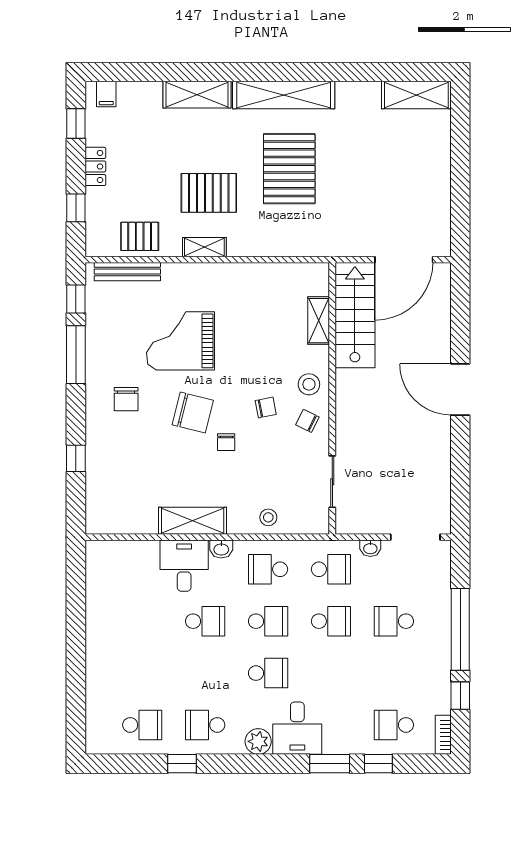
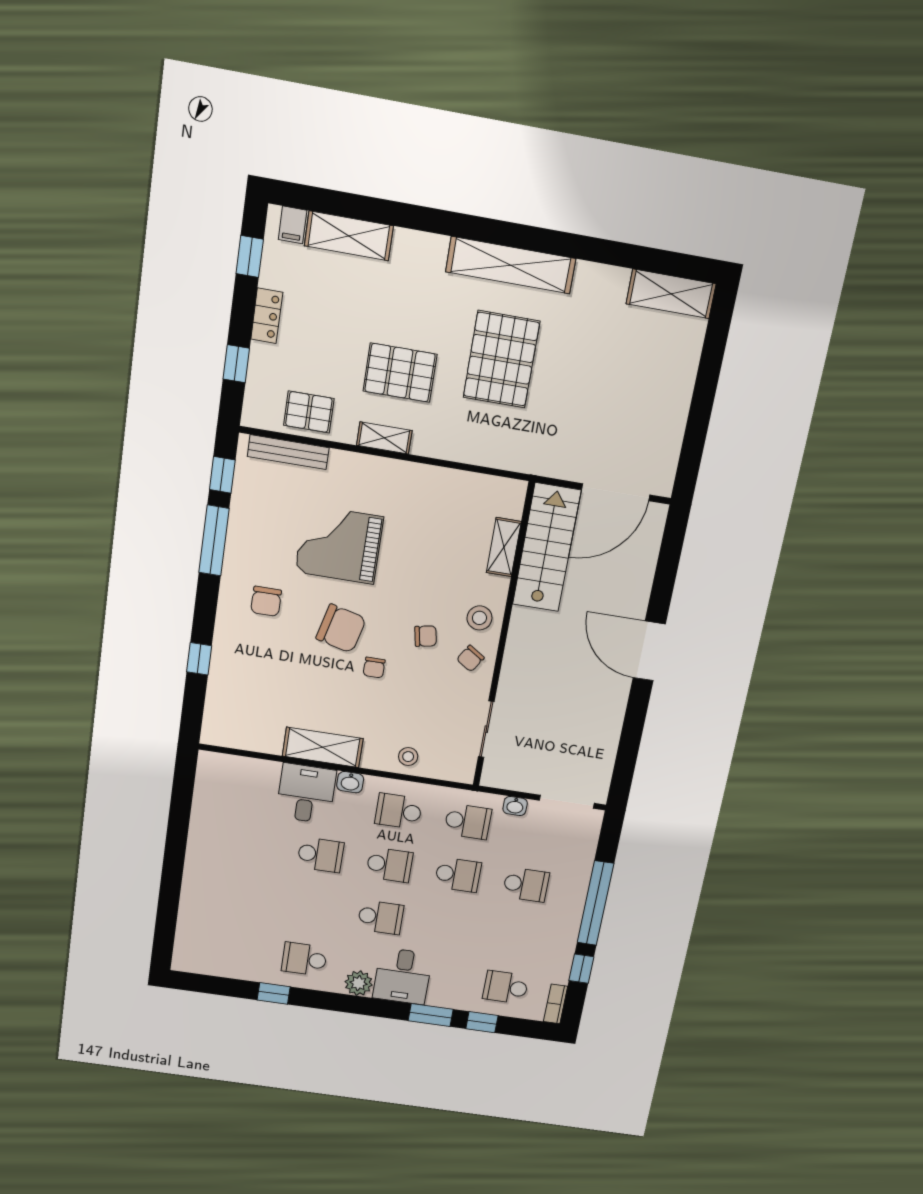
shelving: (197, 95) -> (349, 236), moved
chair: (307, 421) -> (470, 658), turned -83
school desk: (394, 621) -> (526, 885), turned 180
school desk: (142, 725) -> (236, 950), removed

